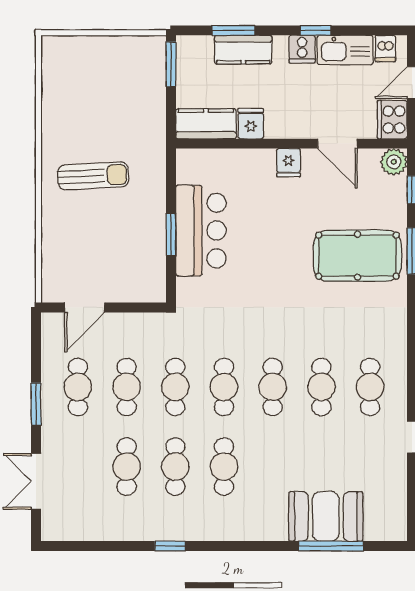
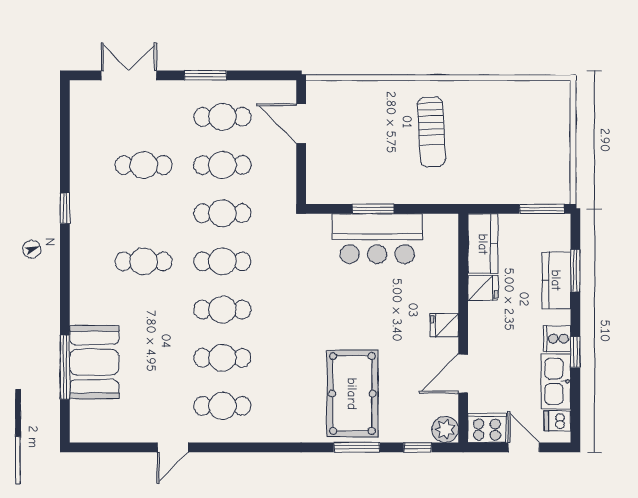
cafe table: (175, 467) -> (144, 213), removed

